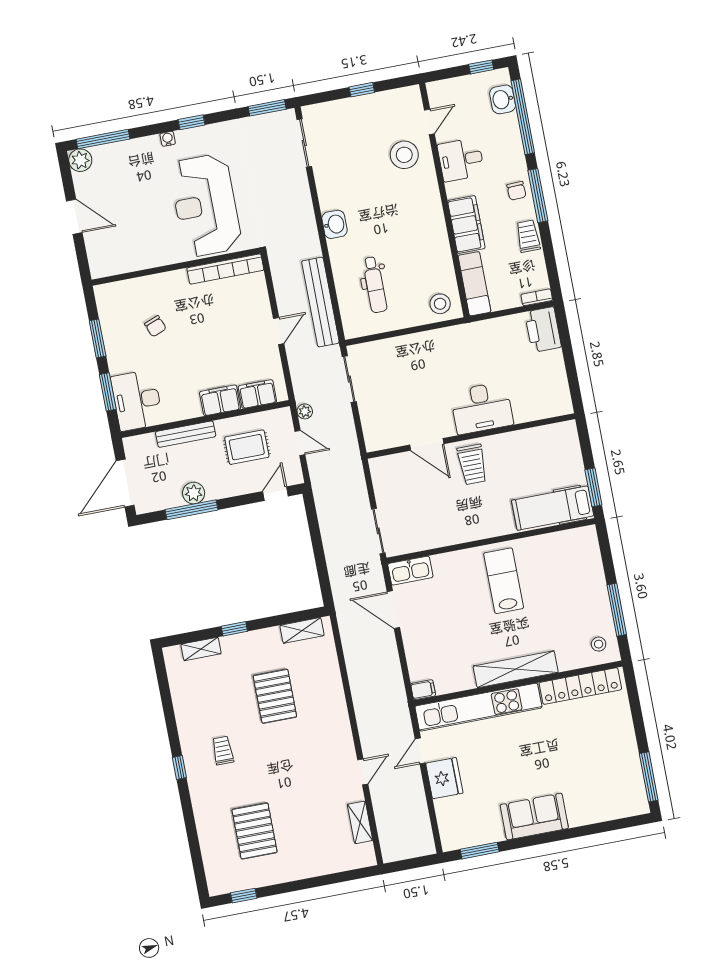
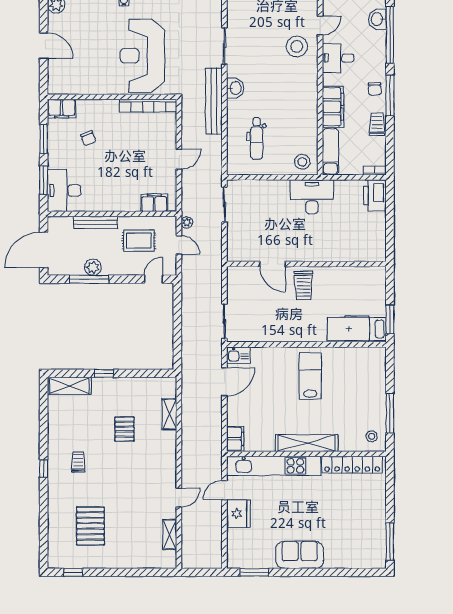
sliding door: (304, 143) -> (224, 46), moved
bench: (320, 302) -> (214, 101), moved
filing cabinet: (220, 400) -> (62, 109), moved, turned 180
desk: (482, 408) -> (312, 197), moved, turned 180
kitchen sink: (410, 571) -> (238, 355), width x0.73
door: (393, 610) -> (224, 382), swing flipped
shelving: (302, 630) -> (170, 414), moved, turned 90
shelving: (201, 649) -> (69, 386), width x1.50, depth x1.33
filing cabinet: (423, 690) -> (235, 439), width x2.00
pallet: (275, 696) -> (124, 429), width x0.67, depth x0.71

